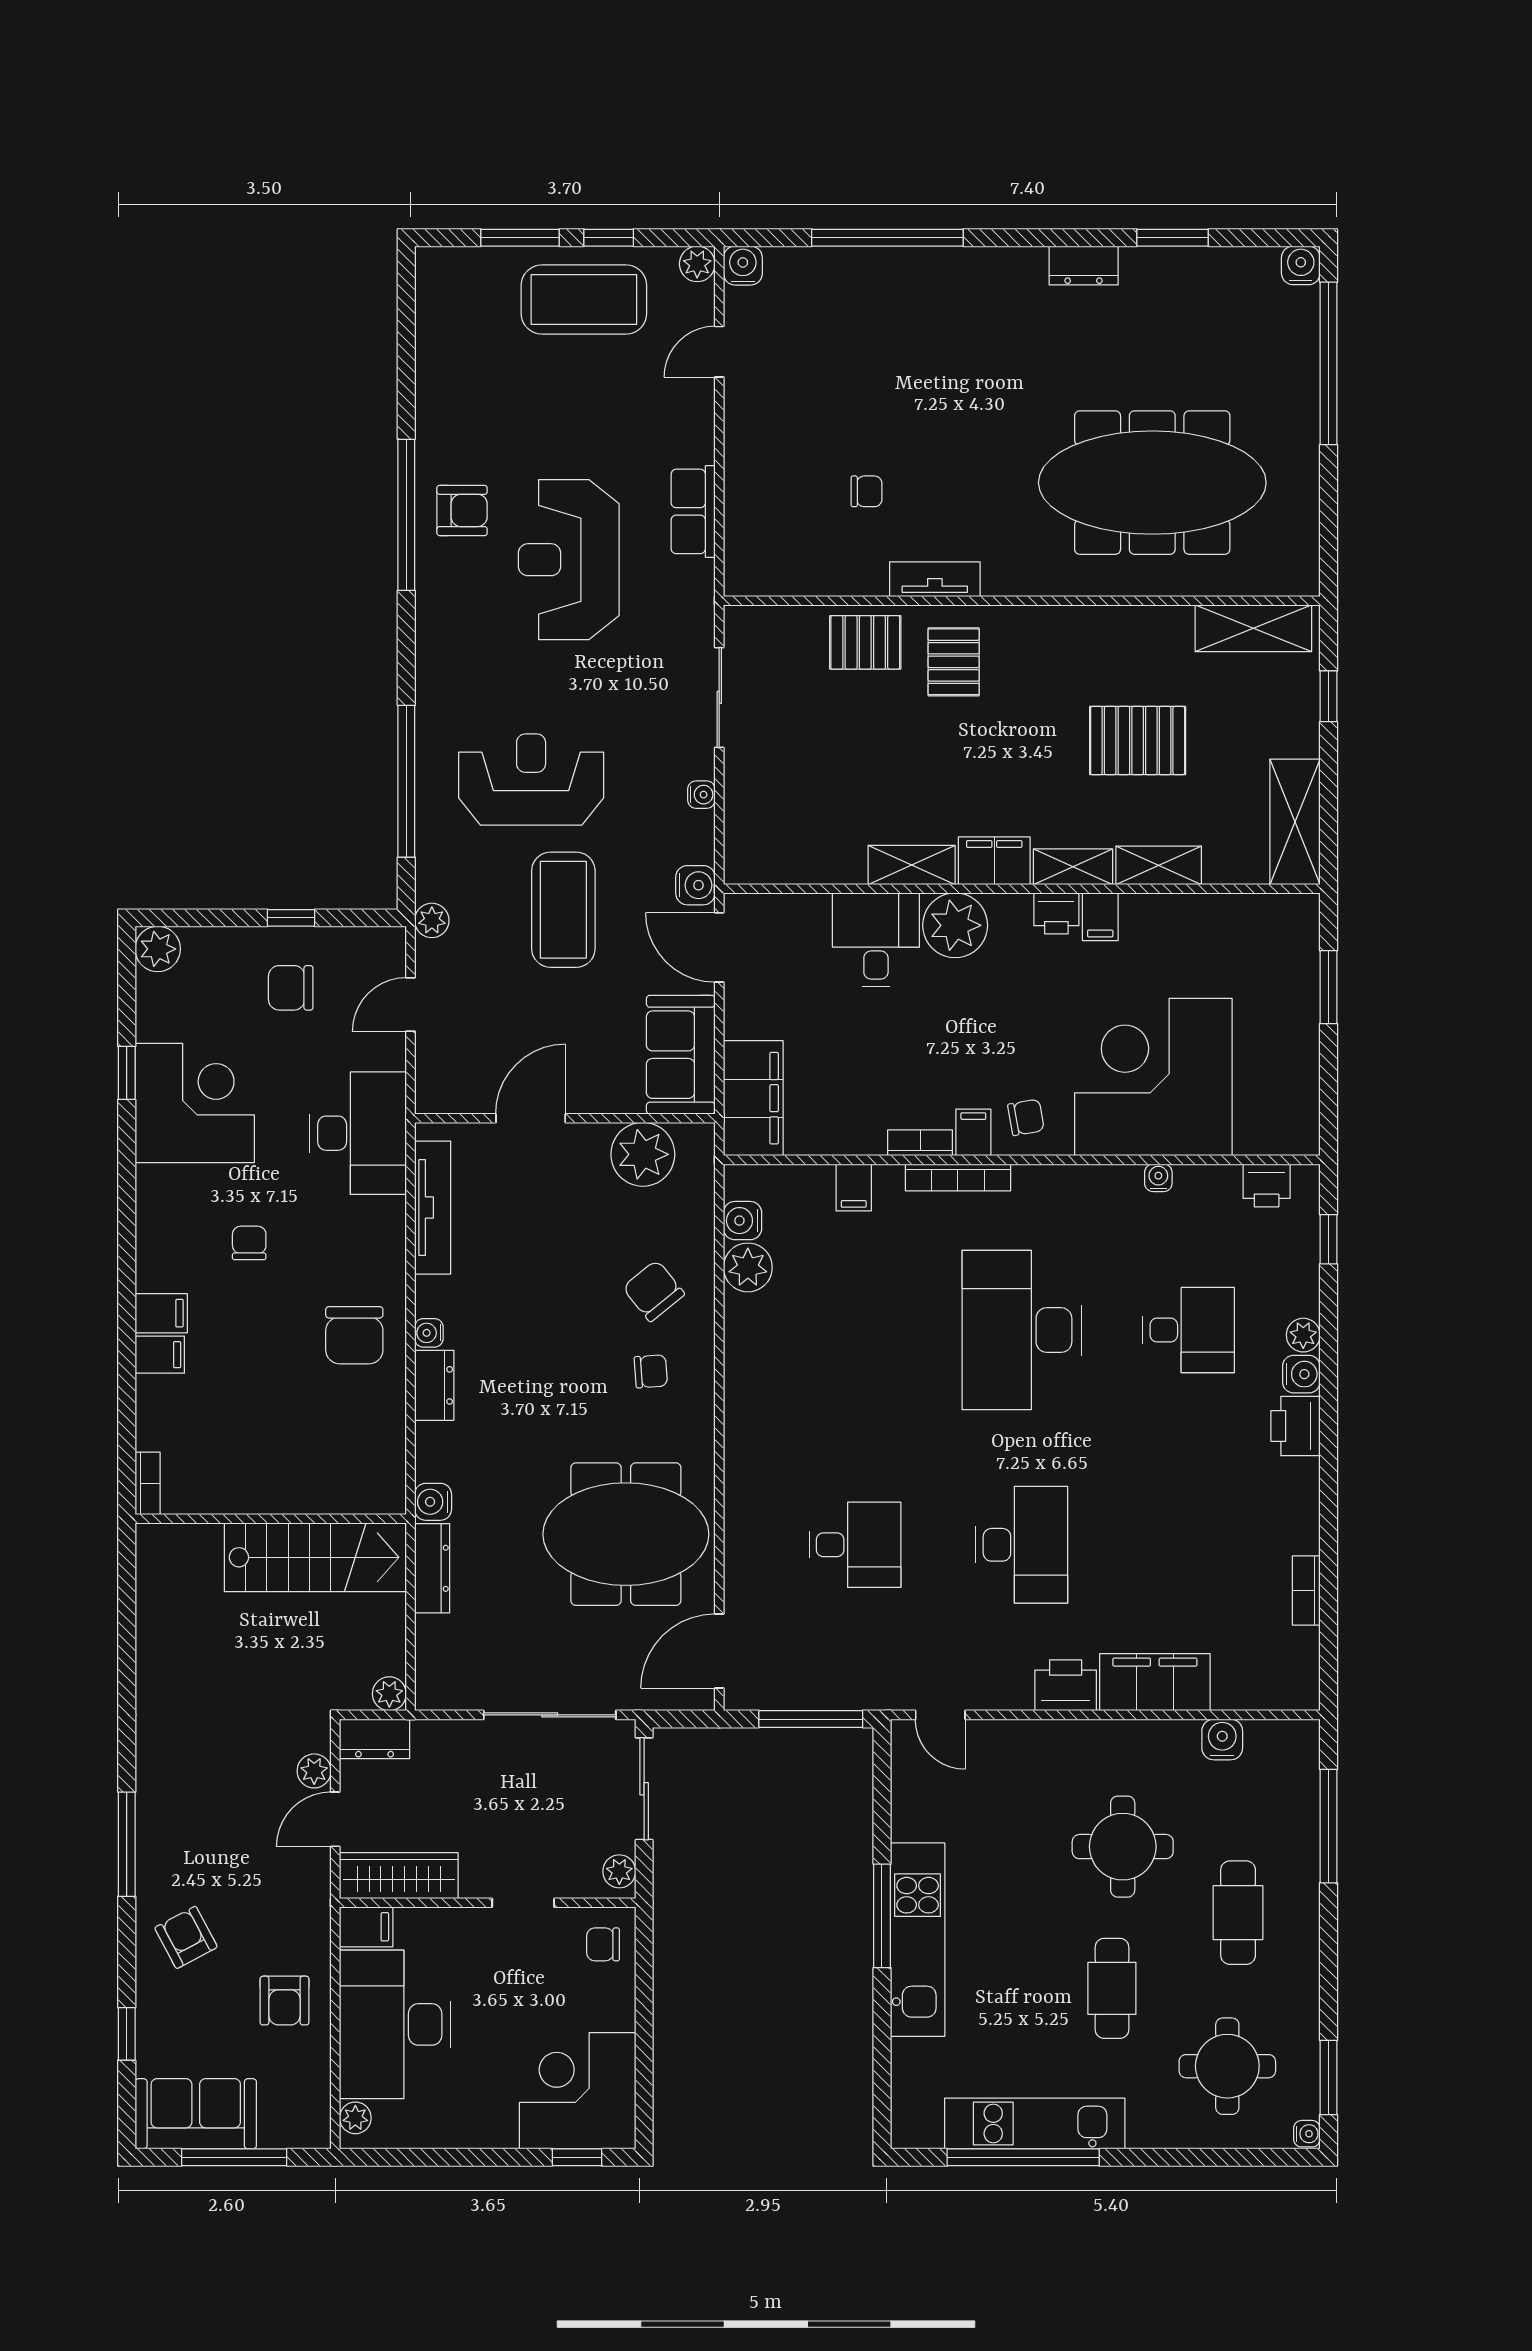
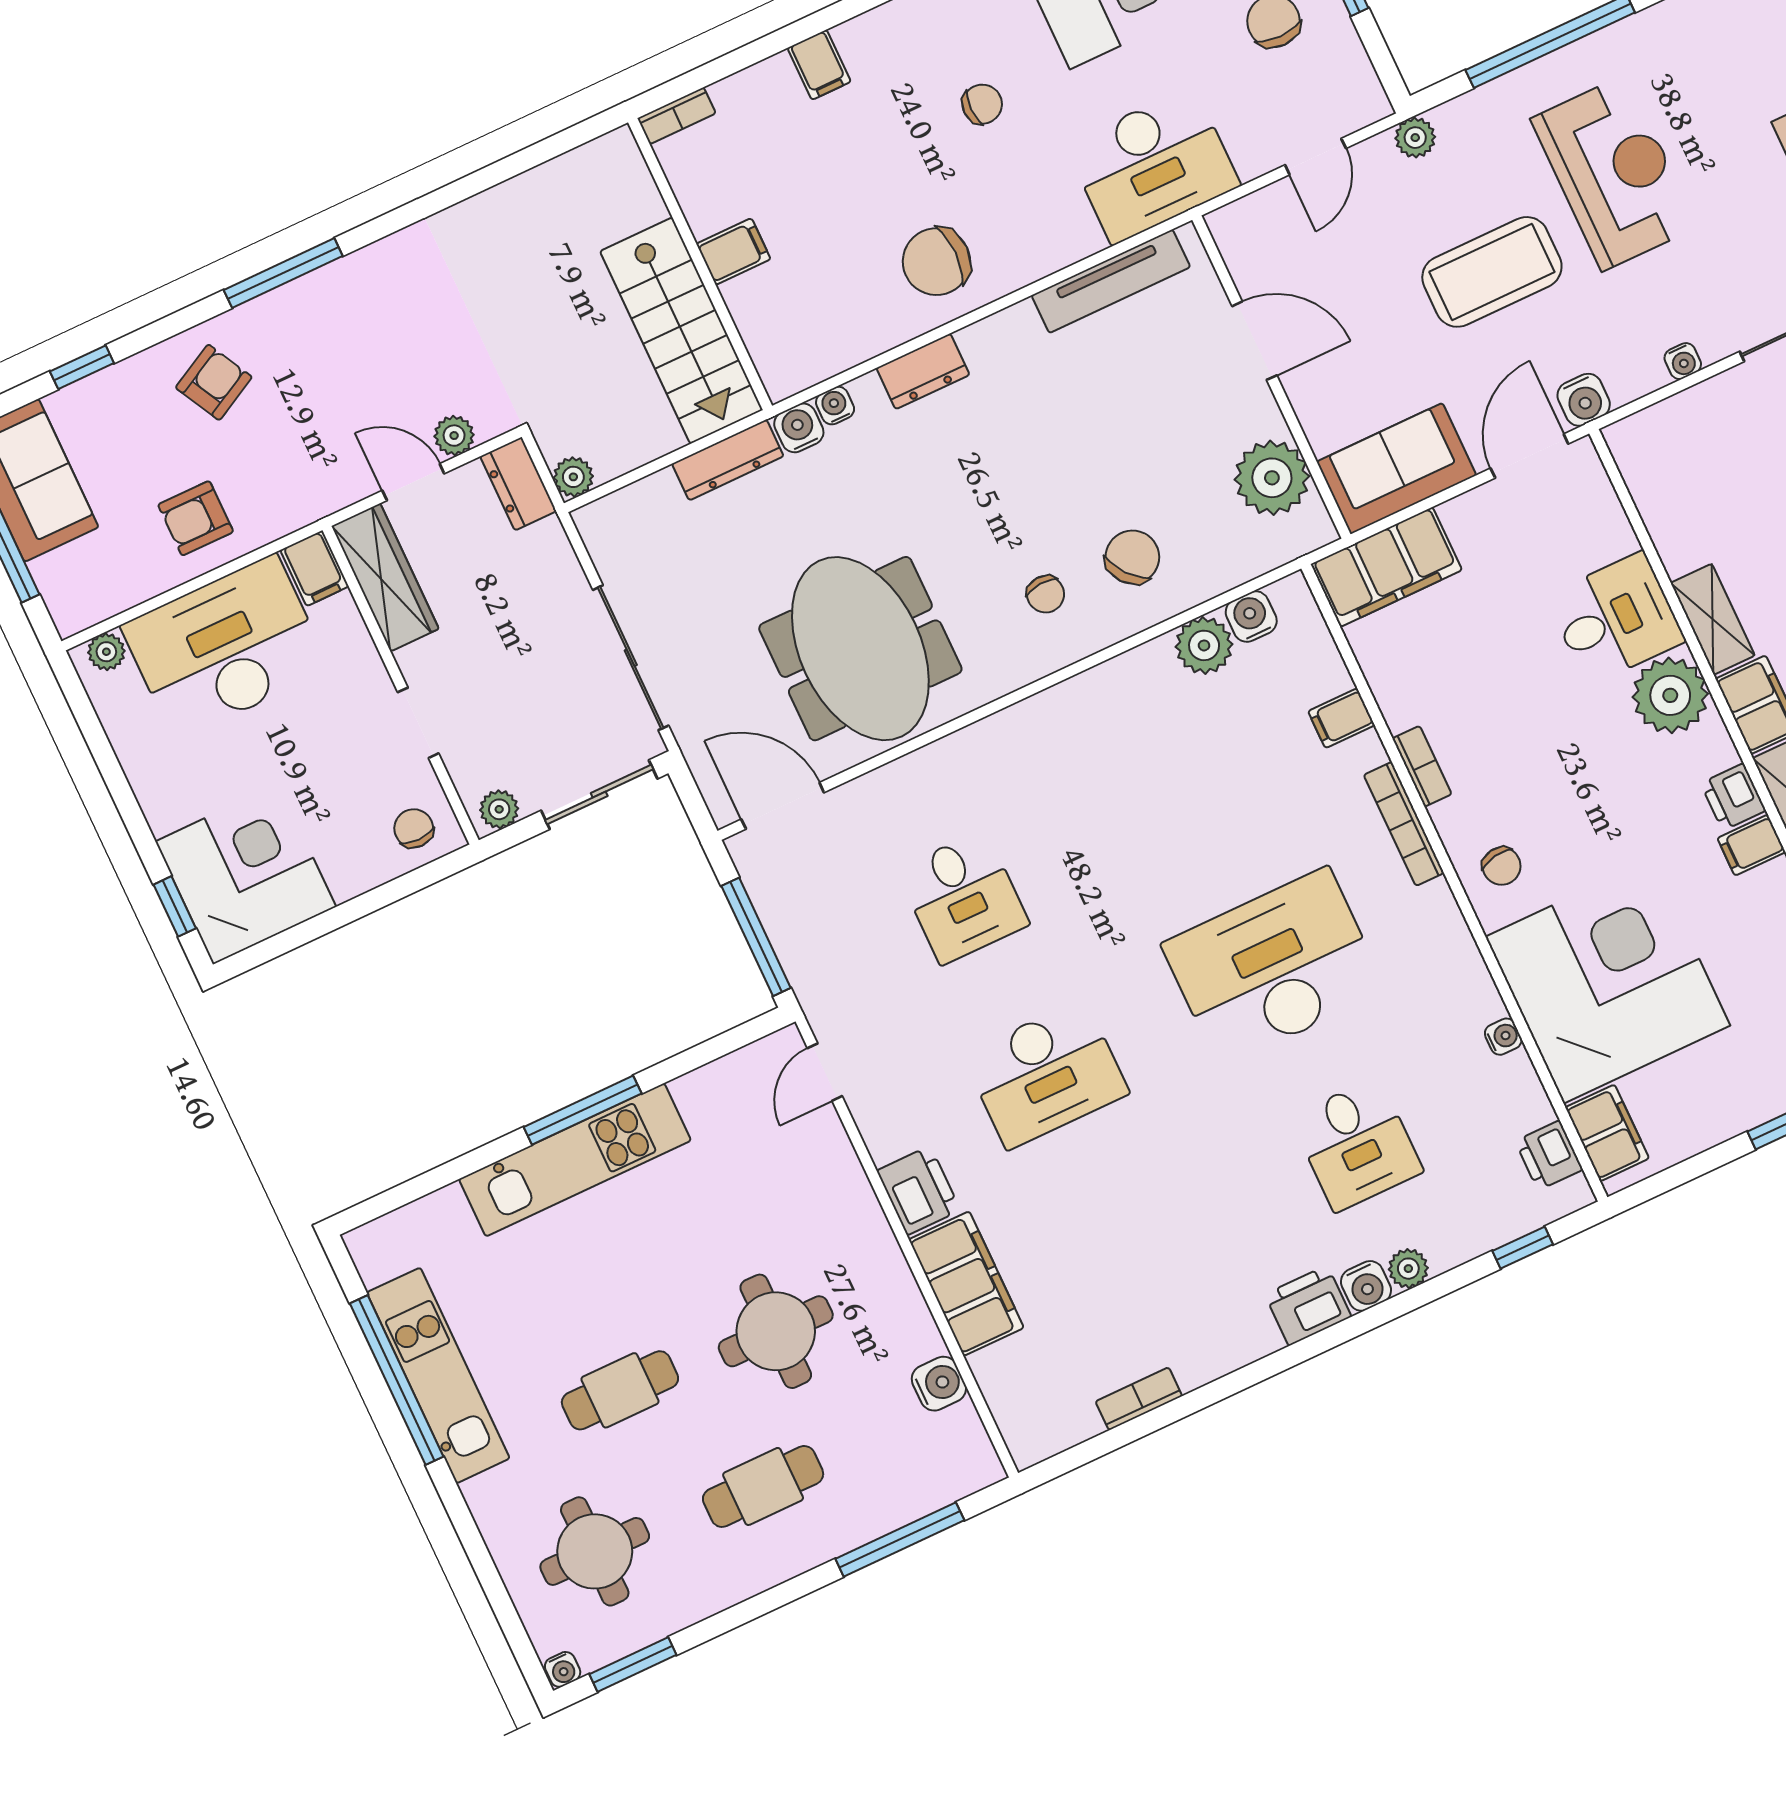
door: (410, 1004) -> (1315, 157), swing flipped
filing cabinet: (973, 1132) -> (1607, 1133), moved, width x2.00
filing cabinet: (161, 1313) -> (733, 251), moved, turned -90
water cooler: (429, 1333) -> (835, 406), moved

